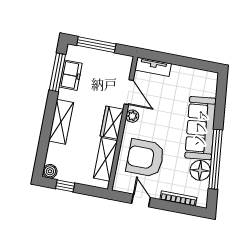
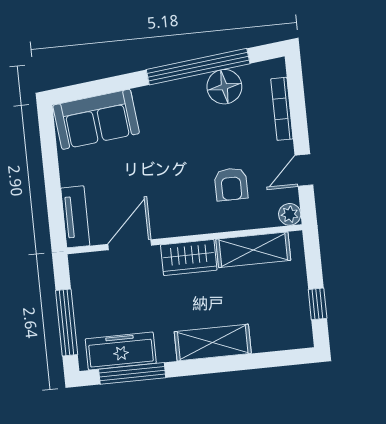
freezer: (71, 75) -> (121, 351), width x1.40
plant: (132, 116) -> (290, 214), moved
sofa: (200, 128) -> (96, 119), moved, width x0.73
armchair: (145, 158) -> (231, 184), width x0.53, depth x0.53
boiler: (50, 171) -> (301, 336), removed

